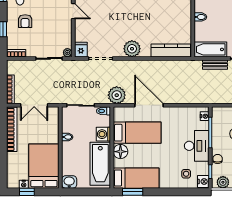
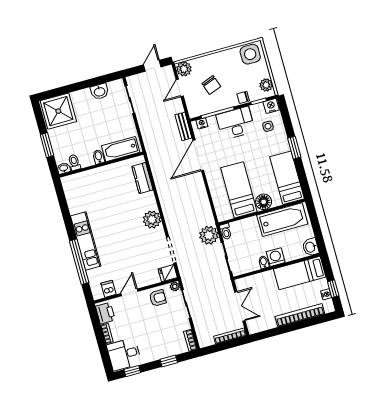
armchair: (25, 21) -> (158, 298), moved
bathtub: (210, 49) -> (121, 149), moved, turned 90
kitchen counter: (171, 50) -> (142, 178), width x0.67
bench: (215, 65) -> (183, 126), moved
plant: (117, 95) -> (209, 235), moved
door: (149, 105) -> (198, 155), moved
bookcase: (12, 129) -> (300, 315), moved
washing machine: (103, 134) -> (276, 257), moved, turned 180
bed: (44, 166) -> (300, 273), width x0.67
window: (133, 192) -> (294, 148), moved

